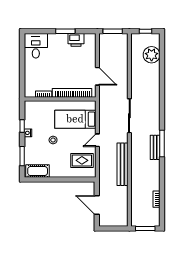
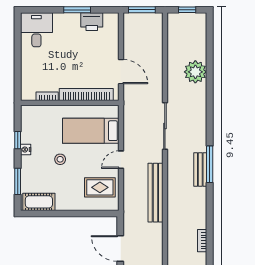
plant: (152, 55) -> (195, 72), moved

